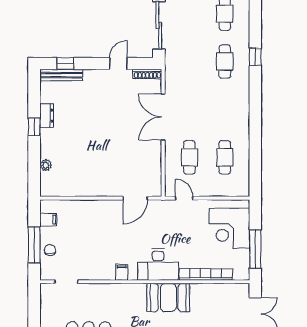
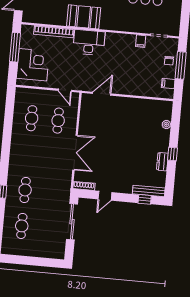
filing cabinet: (122, 272) -> (141, 41), moved

